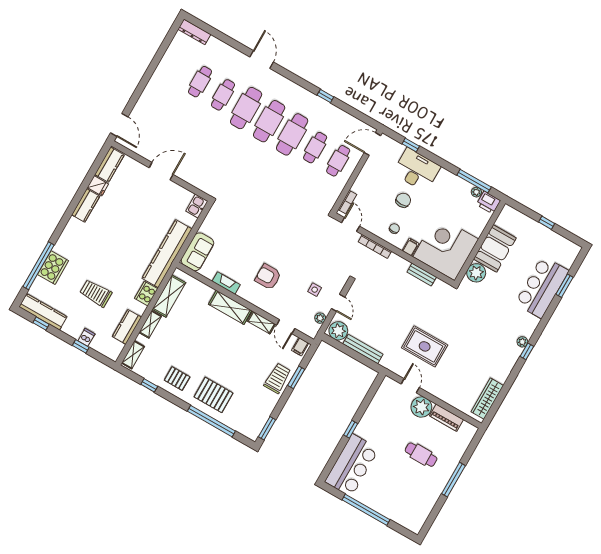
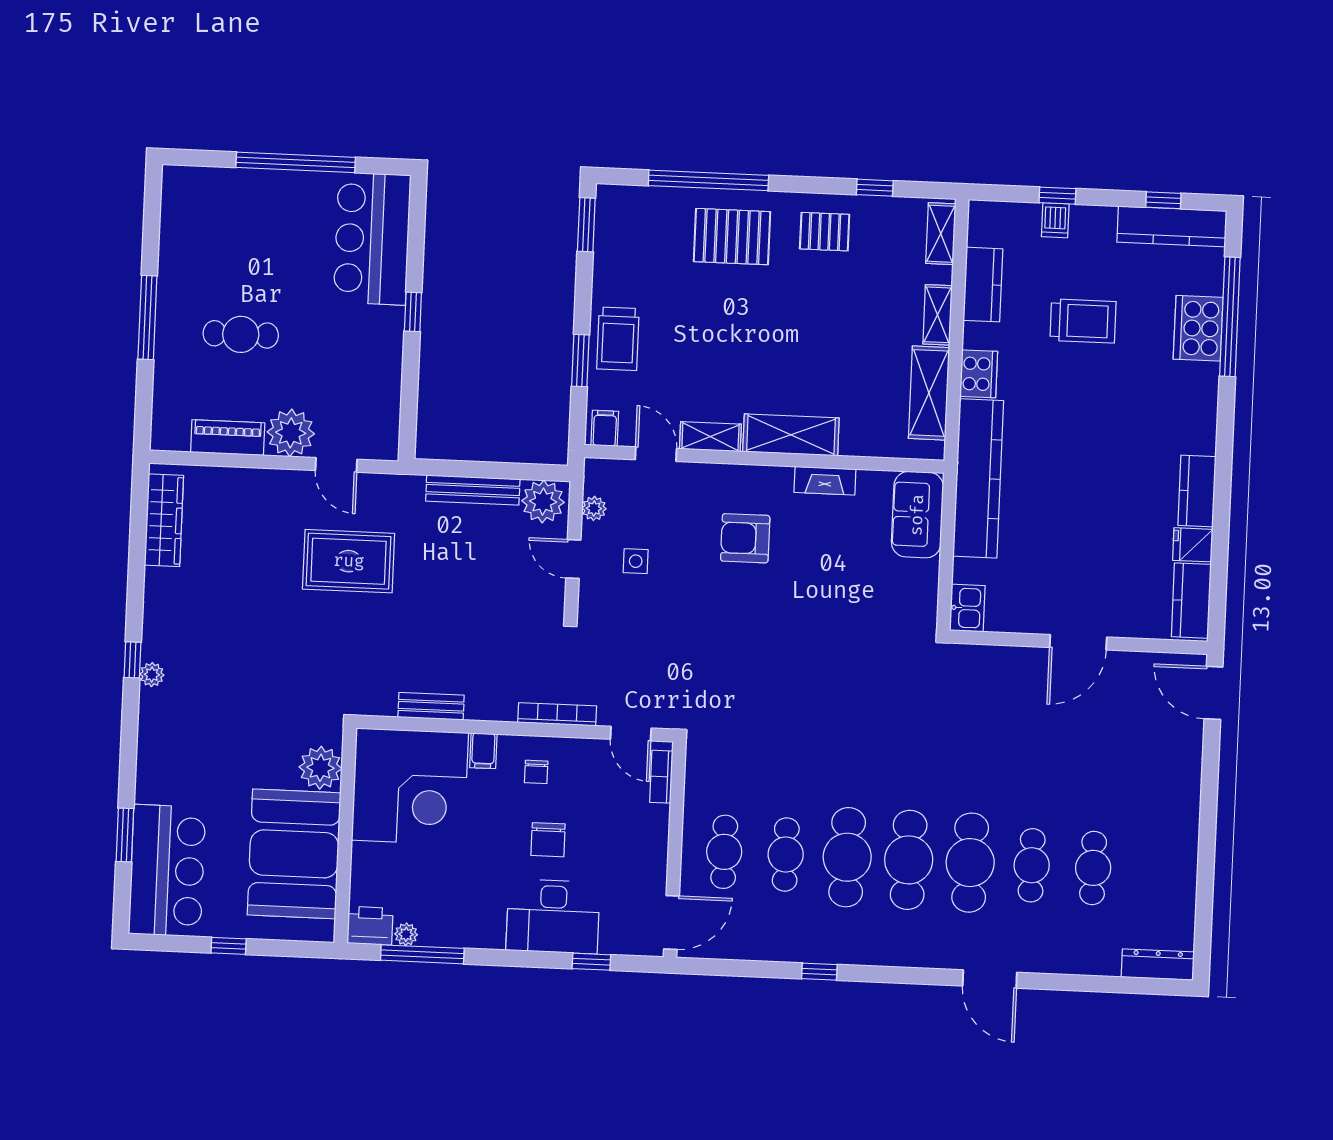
booth: (495, 248) -> (294, 854), width x1.36, depth x1.42
armchair: (268, 277) -> (745, 538), turned 180
bar counter: (542, 287) -> (167, 871), moved

